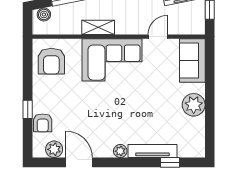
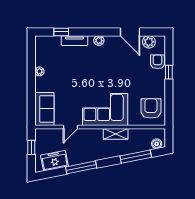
plant: (194, 105) -> (39, 71), width x0.53, depth x0.53
tv unit: (152, 151) -> (75, 41), width x0.71

